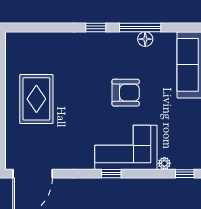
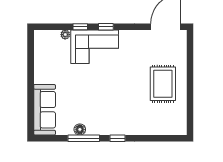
armchair: (126, 93) -> (95, 89), removed
window: (185, 174) -> (80, 27), moved

